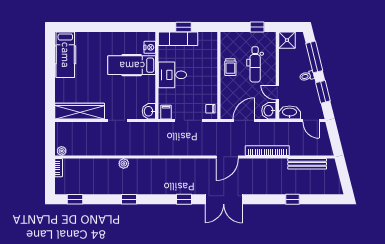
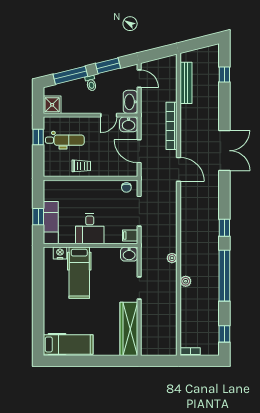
dental chair: (255, 64) -> (65, 140), moved
door: (311, 120) -> (139, 79), hinge flipped
plant: (62, 151) -> (172, 258), moved
window: (129, 199) -> (224, 276), width x3.17
window: (184, 199) -> (224, 228), moved
double door: (224, 199) -> (224, 151), moved
window: (293, 199) -> (224, 74), moved

